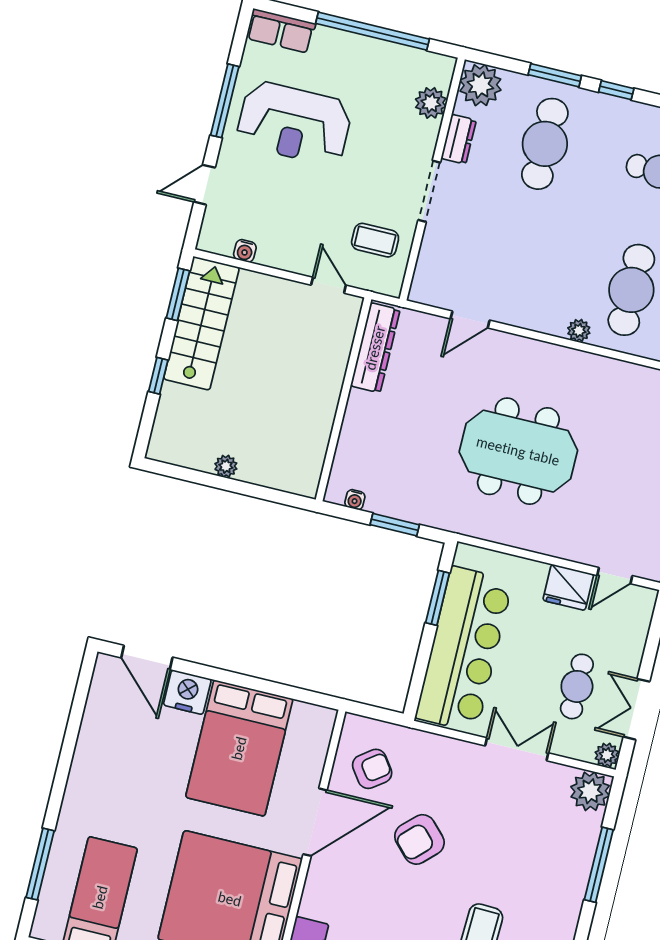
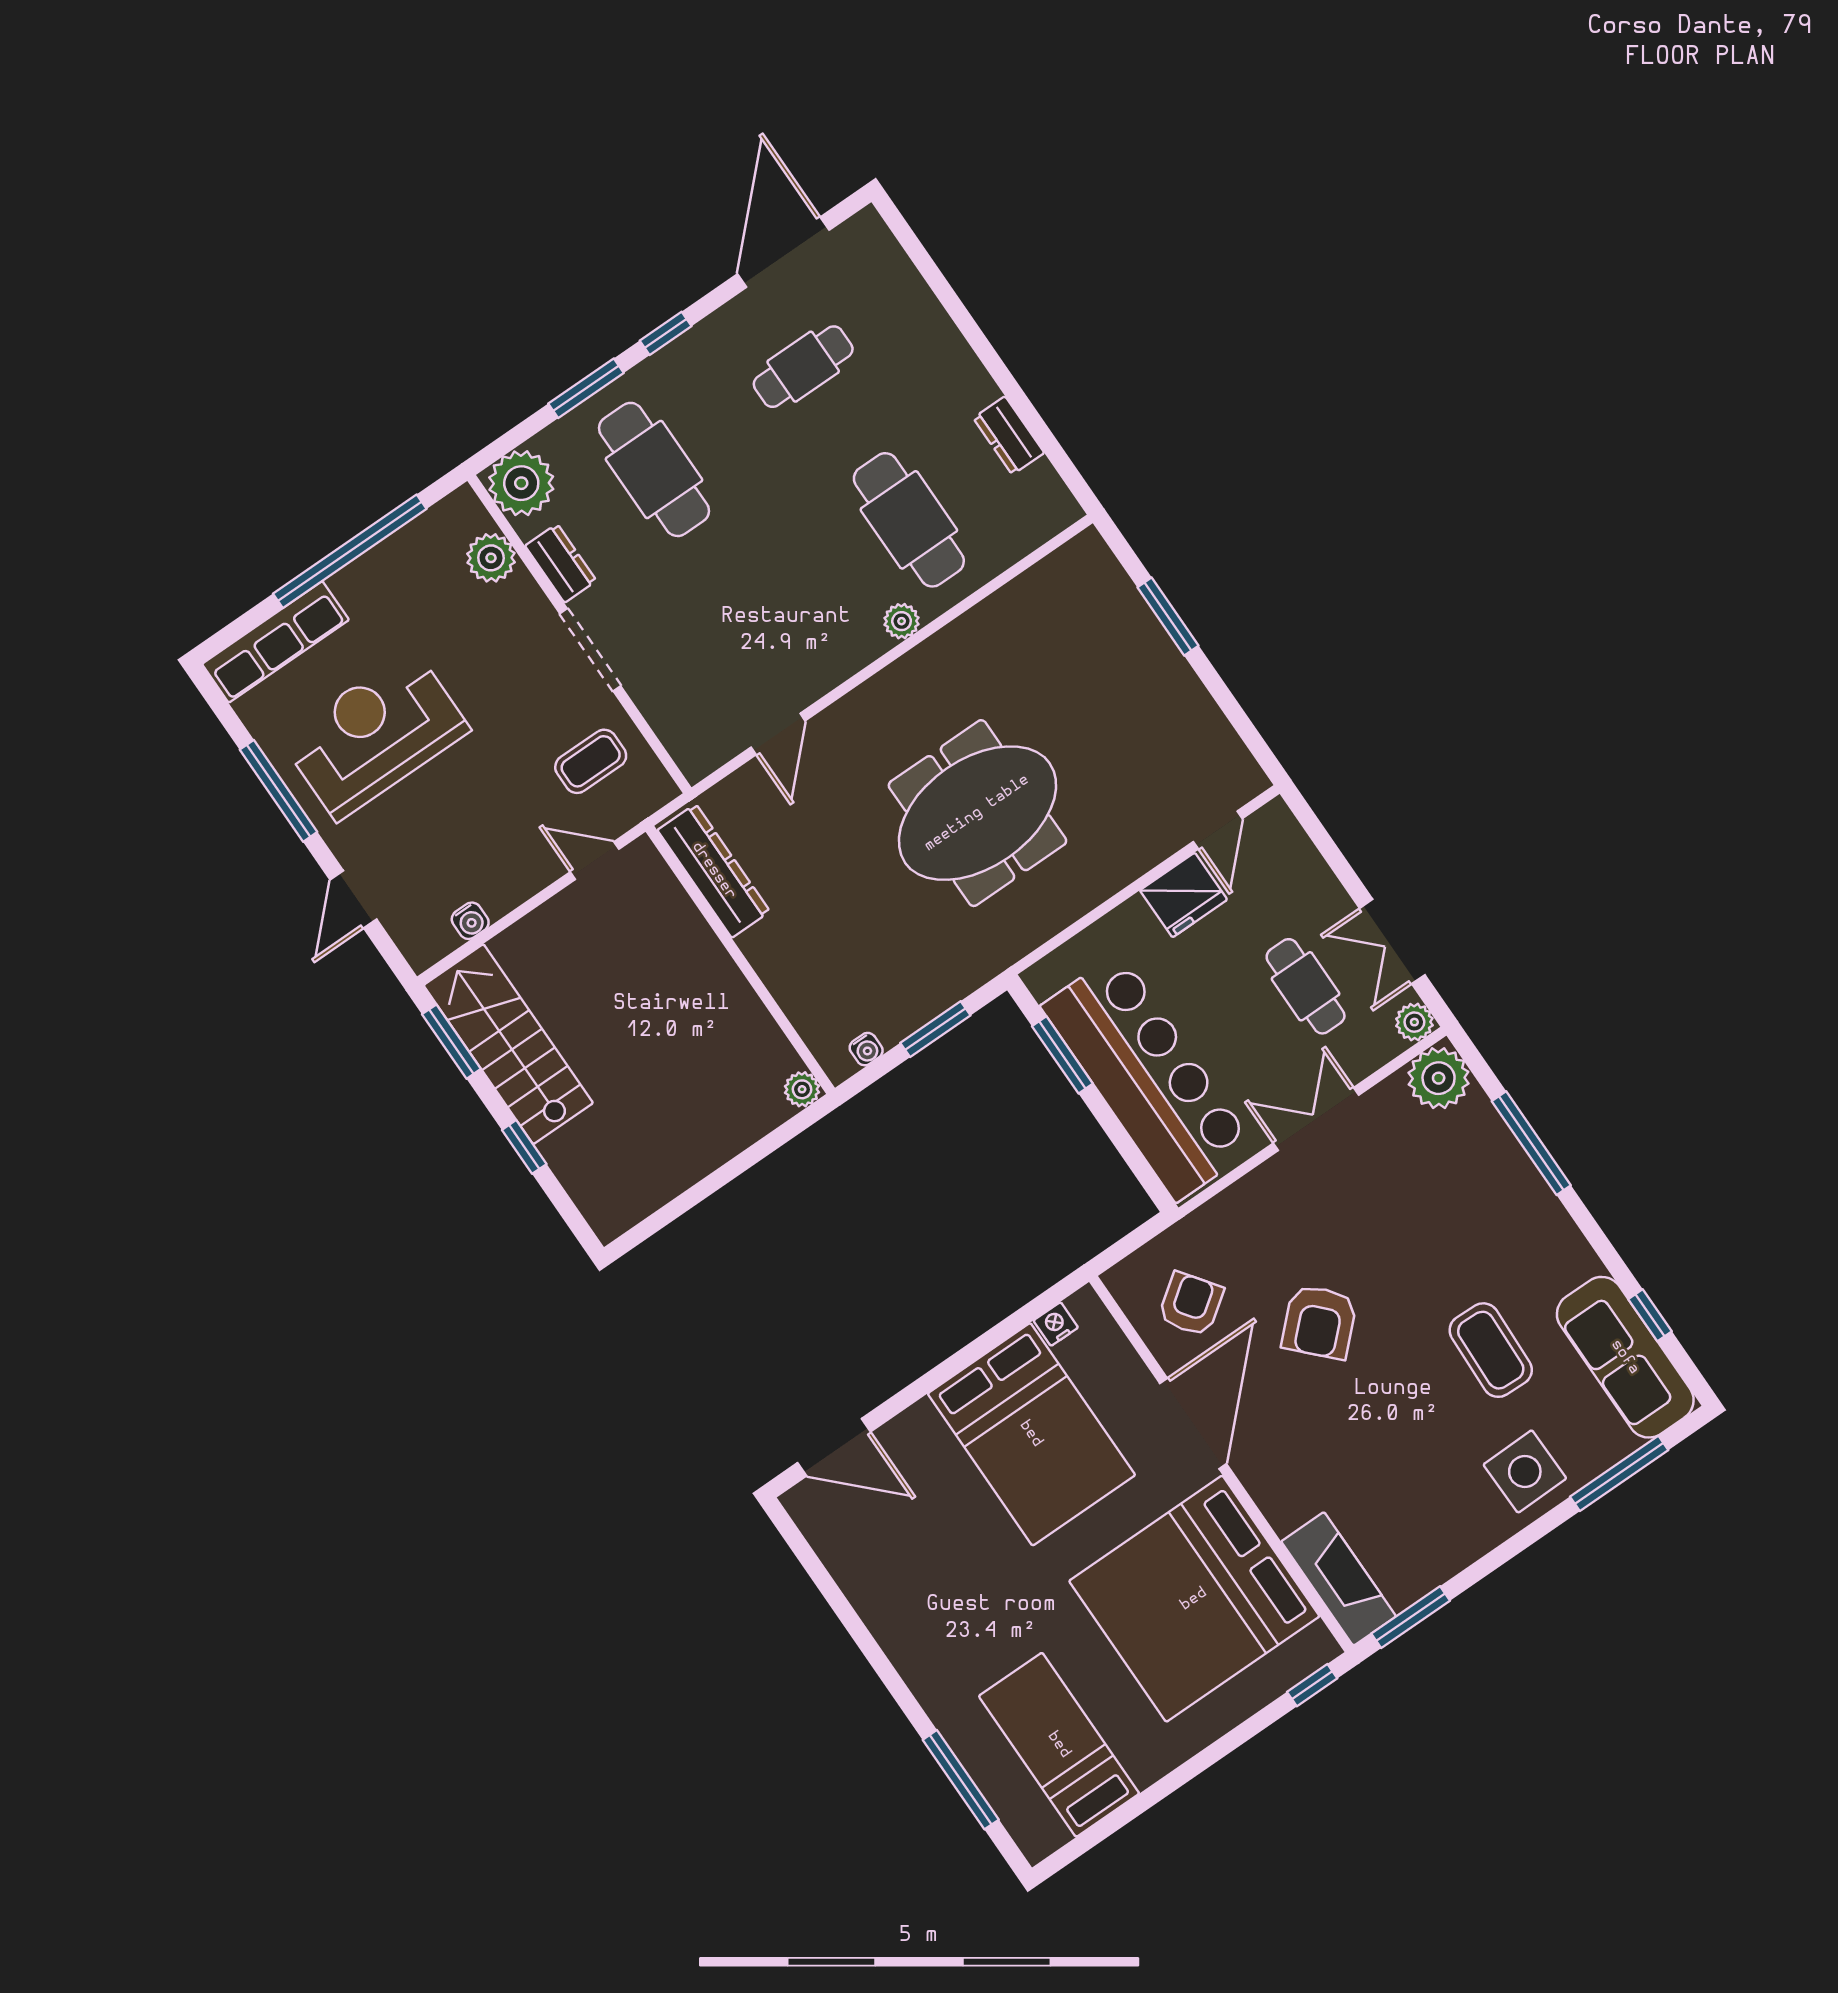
row of seats: (281, 31) -> (275, 642), width x1.48
reception desk: (294, 123) -> (375, 734), turned 180
plant: (226, 466) -> (802, 1089), moved
nightstand: (187, 692) -> (1056, 1324), moved, width x0.53, depth x0.56

